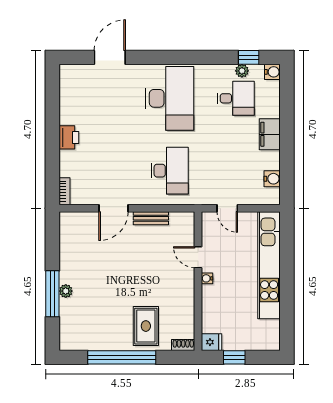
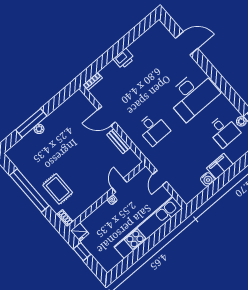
desk: (170, 171) -> (153, 129), width x0.73
water cooler: (272, 179) -> (207, 179), moved
rug: (146, 326) -> (58, 189), turned 90

